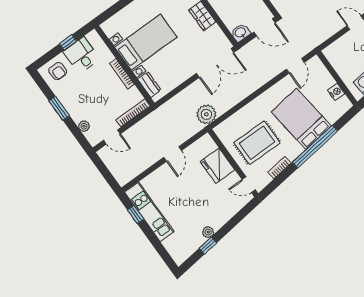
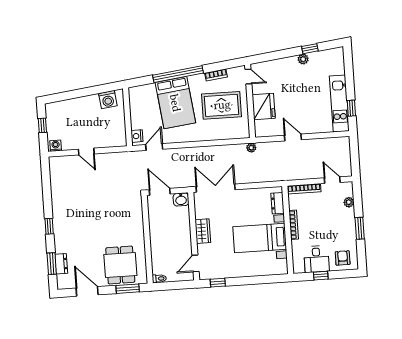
nightstand: (336, 92) -> (137, 136), moved
plant: (206, 114) -> (251, 148), width x0.53, depth x0.53
door: (173, 154) -> (293, 137), hinge flipped

